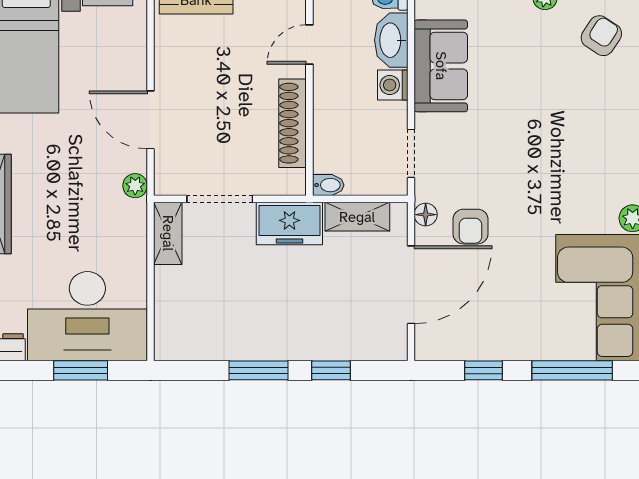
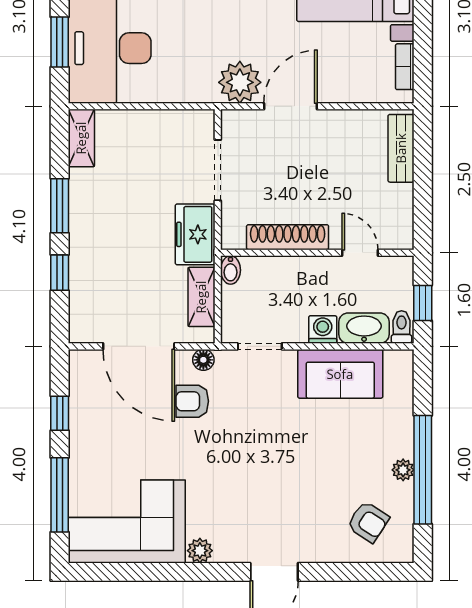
plant: (135, 186) -> (240, 82), width x1.88, depth x1.88
shelving: (168, 233) -> (81, 138), moved, turned 90

